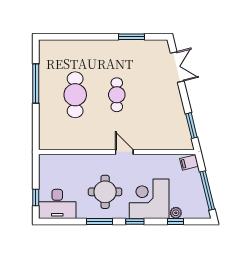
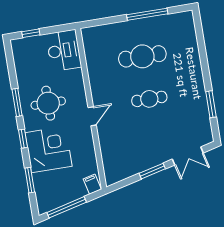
window: (191, 126) -> (152, 171), moved
desk: (57, 204) -> (64, 50), moved, turned 180
plant: (176, 213) -> (39, 179), removed
window: (175, 221) -> (30, 180), width x1.50

